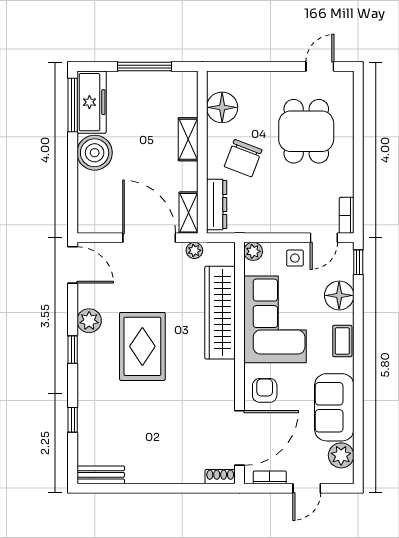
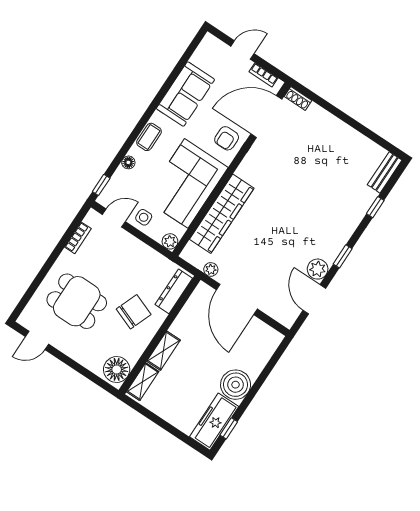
window: (145, 67) -> (160, 422), removed
window: (73, 105) -> (229, 428), width x0.46
floor lamp: (222, 107) -> (117, 369), moved
dining table: (306, 131) -> (77, 301), turned 90
shelving: (188, 213) -> (143, 382), moved
bookcase: (347, 215) -> (78, 238), moved
door: (73, 265) -> (314, 299), moved
floor lamp: (339, 295) -> (128, 162), width x0.53, depth x0.53
rug: (142, 346) -> (292, 226), removed
plant: (341, 455) -> (203, 57), removed
bench: (101, 475) -> (385, 172), moved, turned 90

